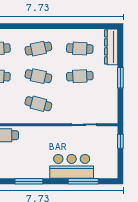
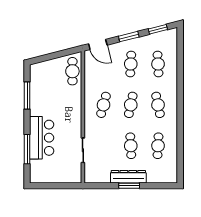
dresser: (111, 47) -> (128, 177), moved
window: (120, 141) -> (67, 186), removed

